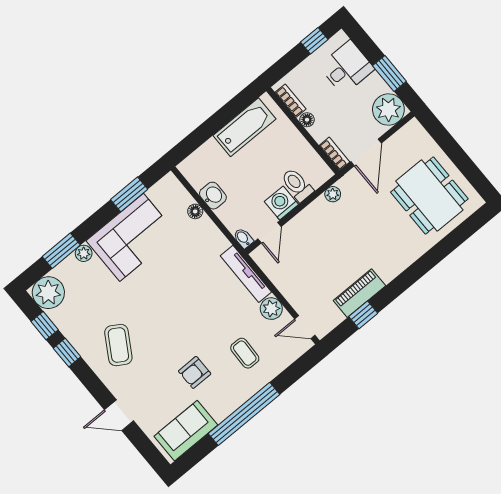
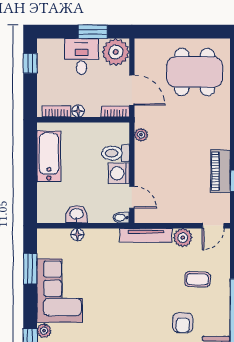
desk: (347, 67) -> (81, 57), moved

